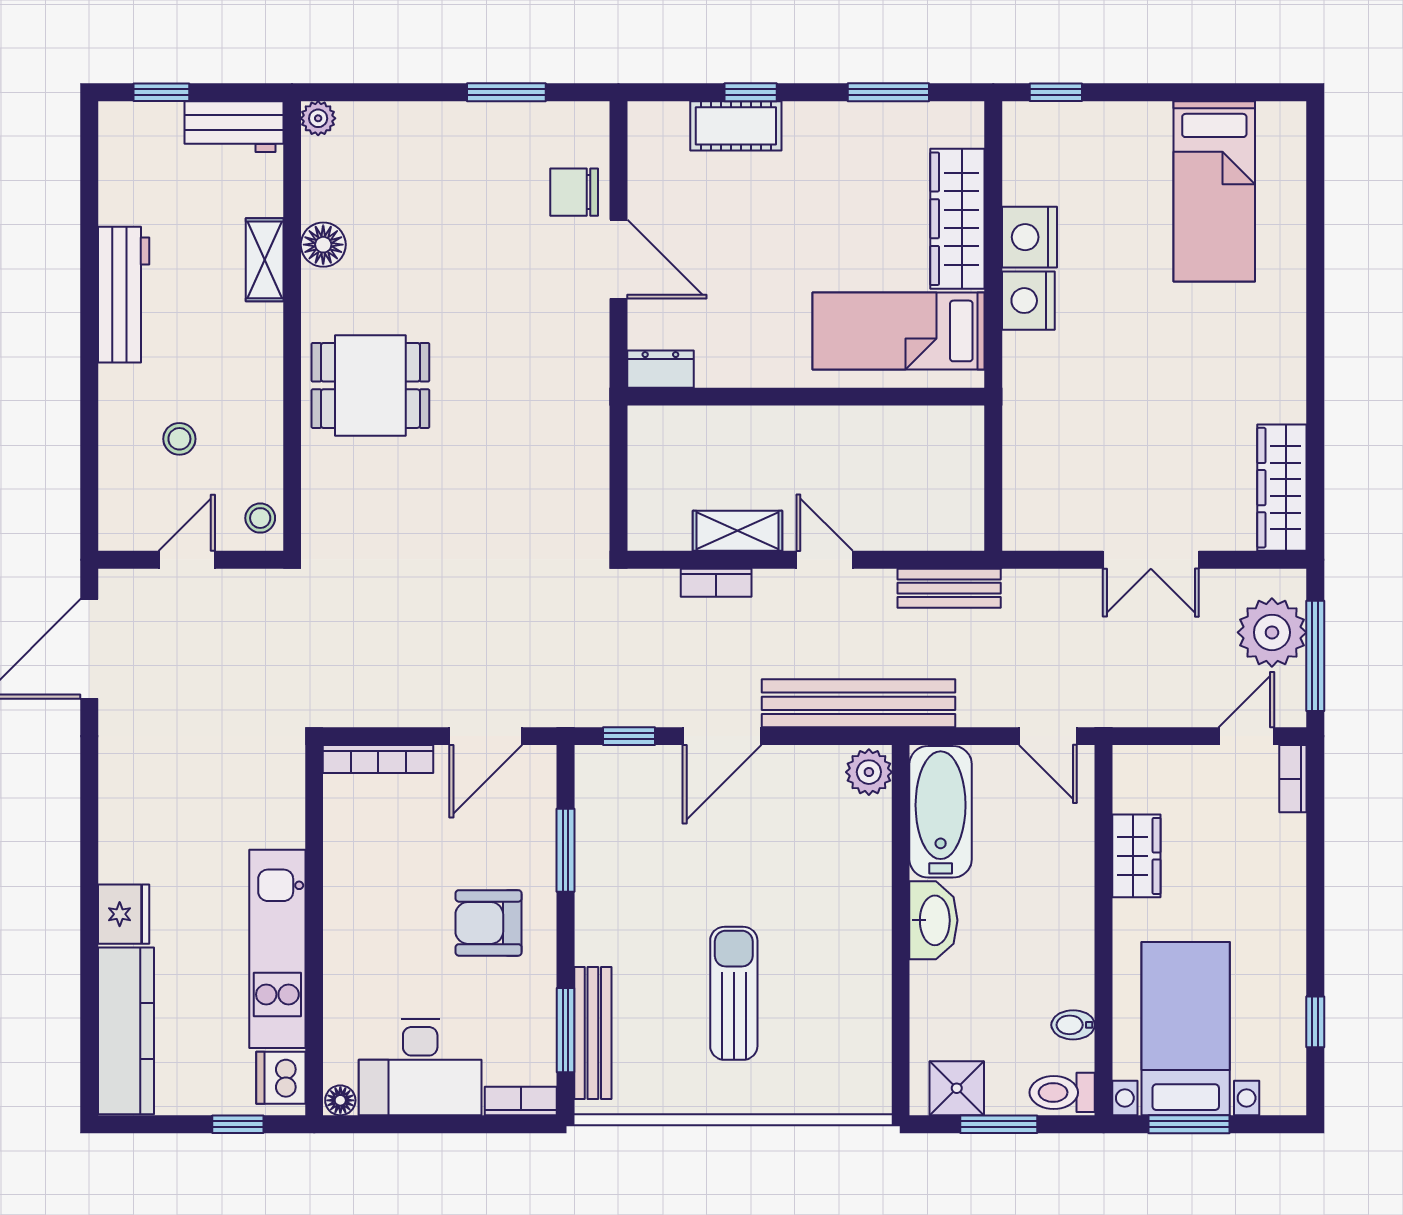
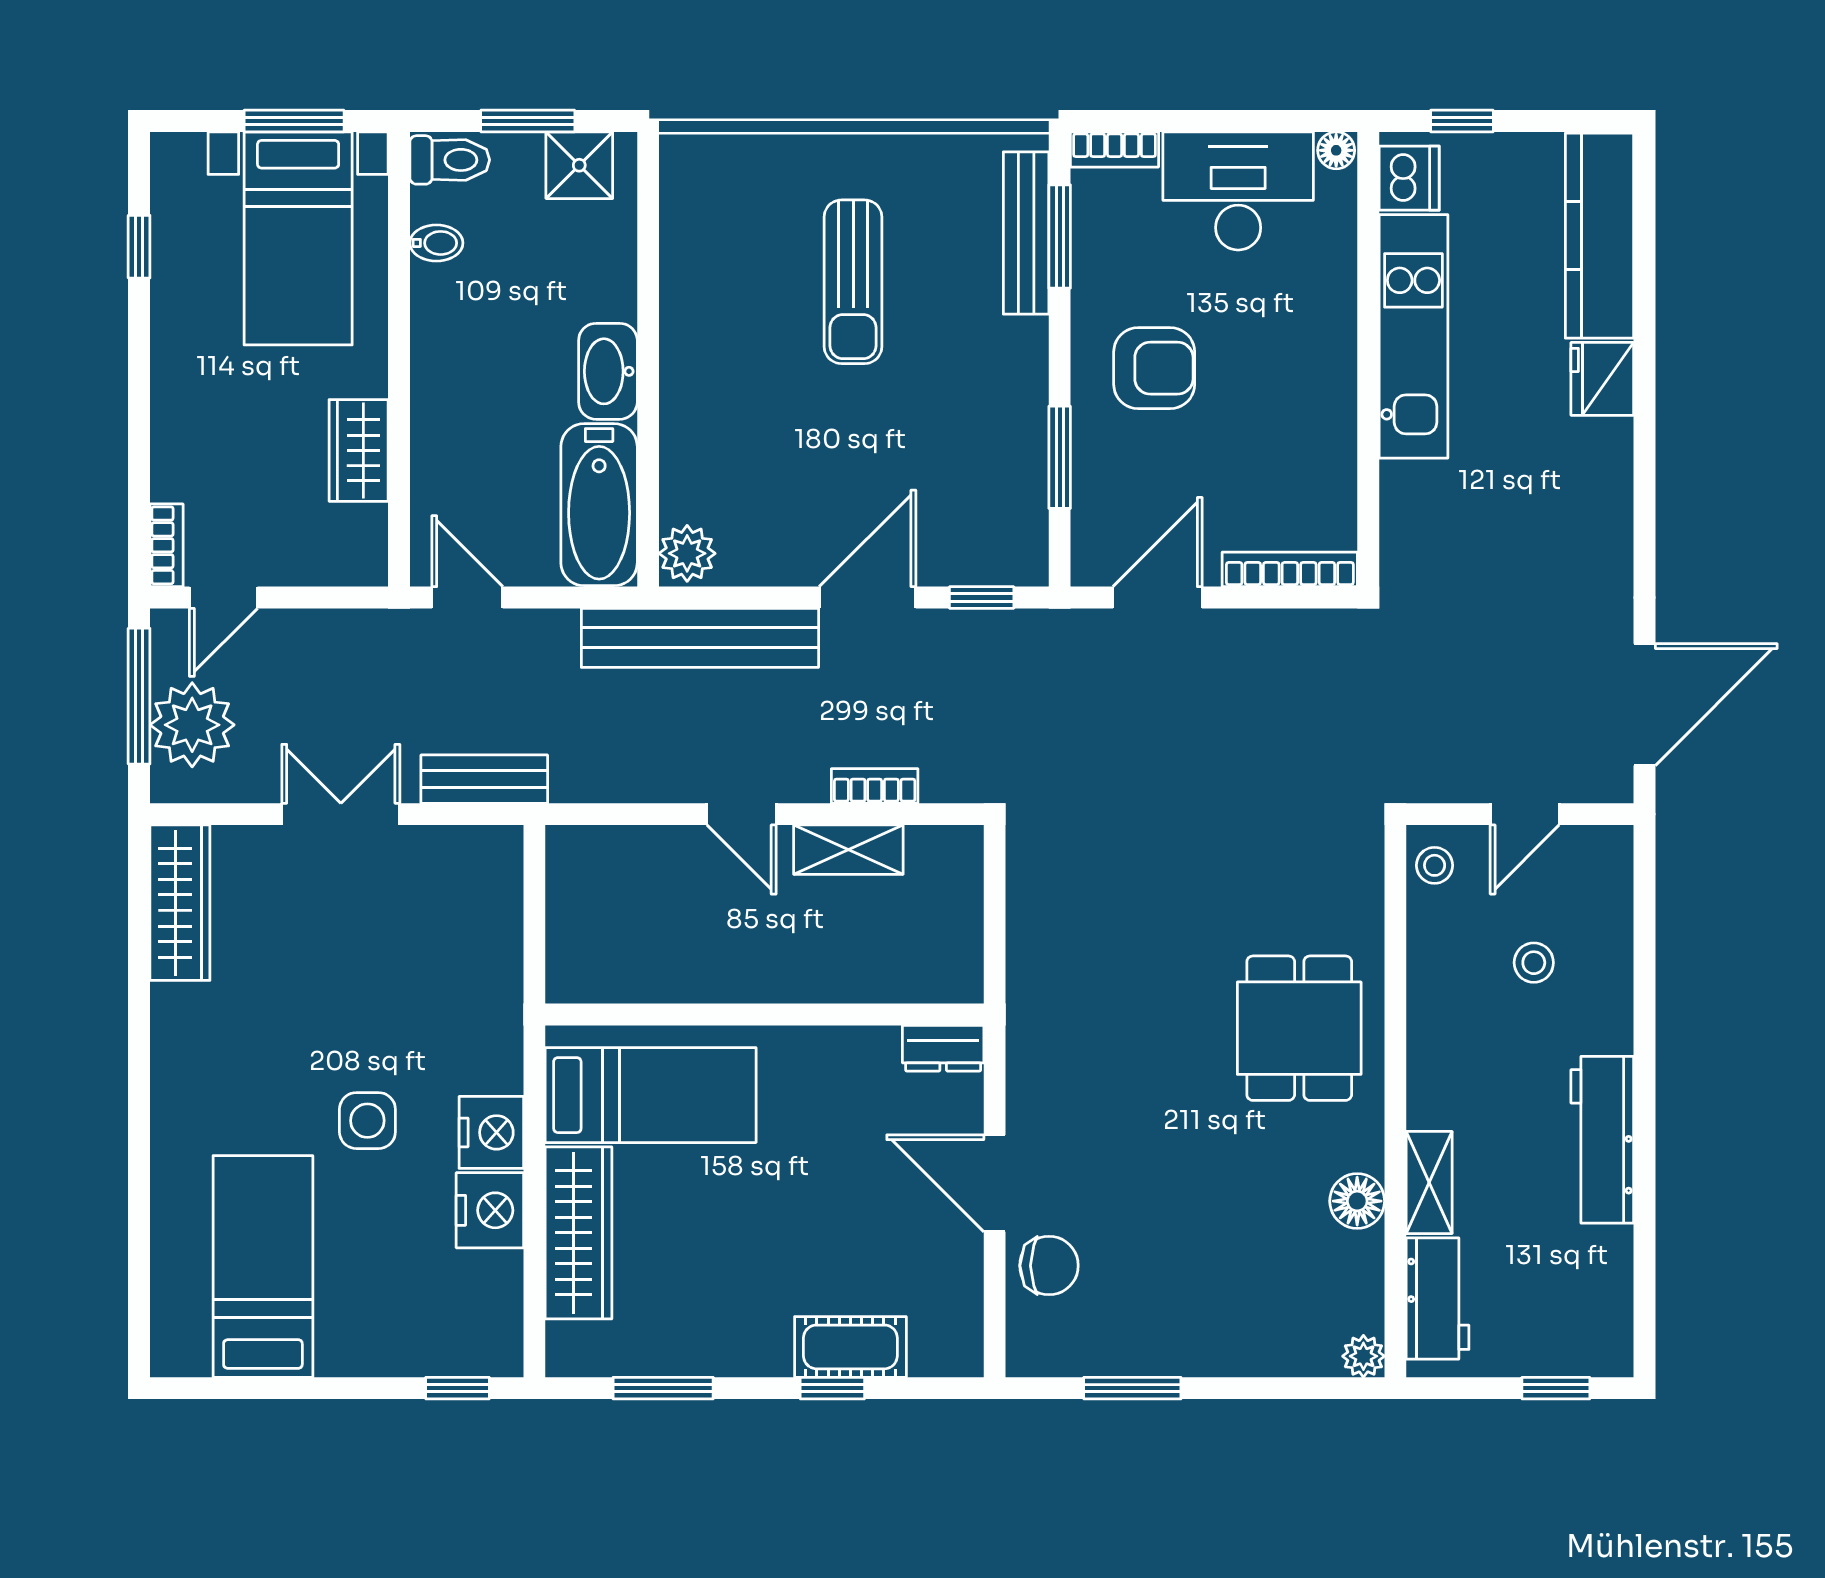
workbench: (234, 127) -> (1438, 1298), moved, turned 90
side table: (1129, 310) -> (367, 1121), added
dining table: (370, 385) -> (1299, 1028), turned 90
bench: (949, 588) -> (484, 779), moved

